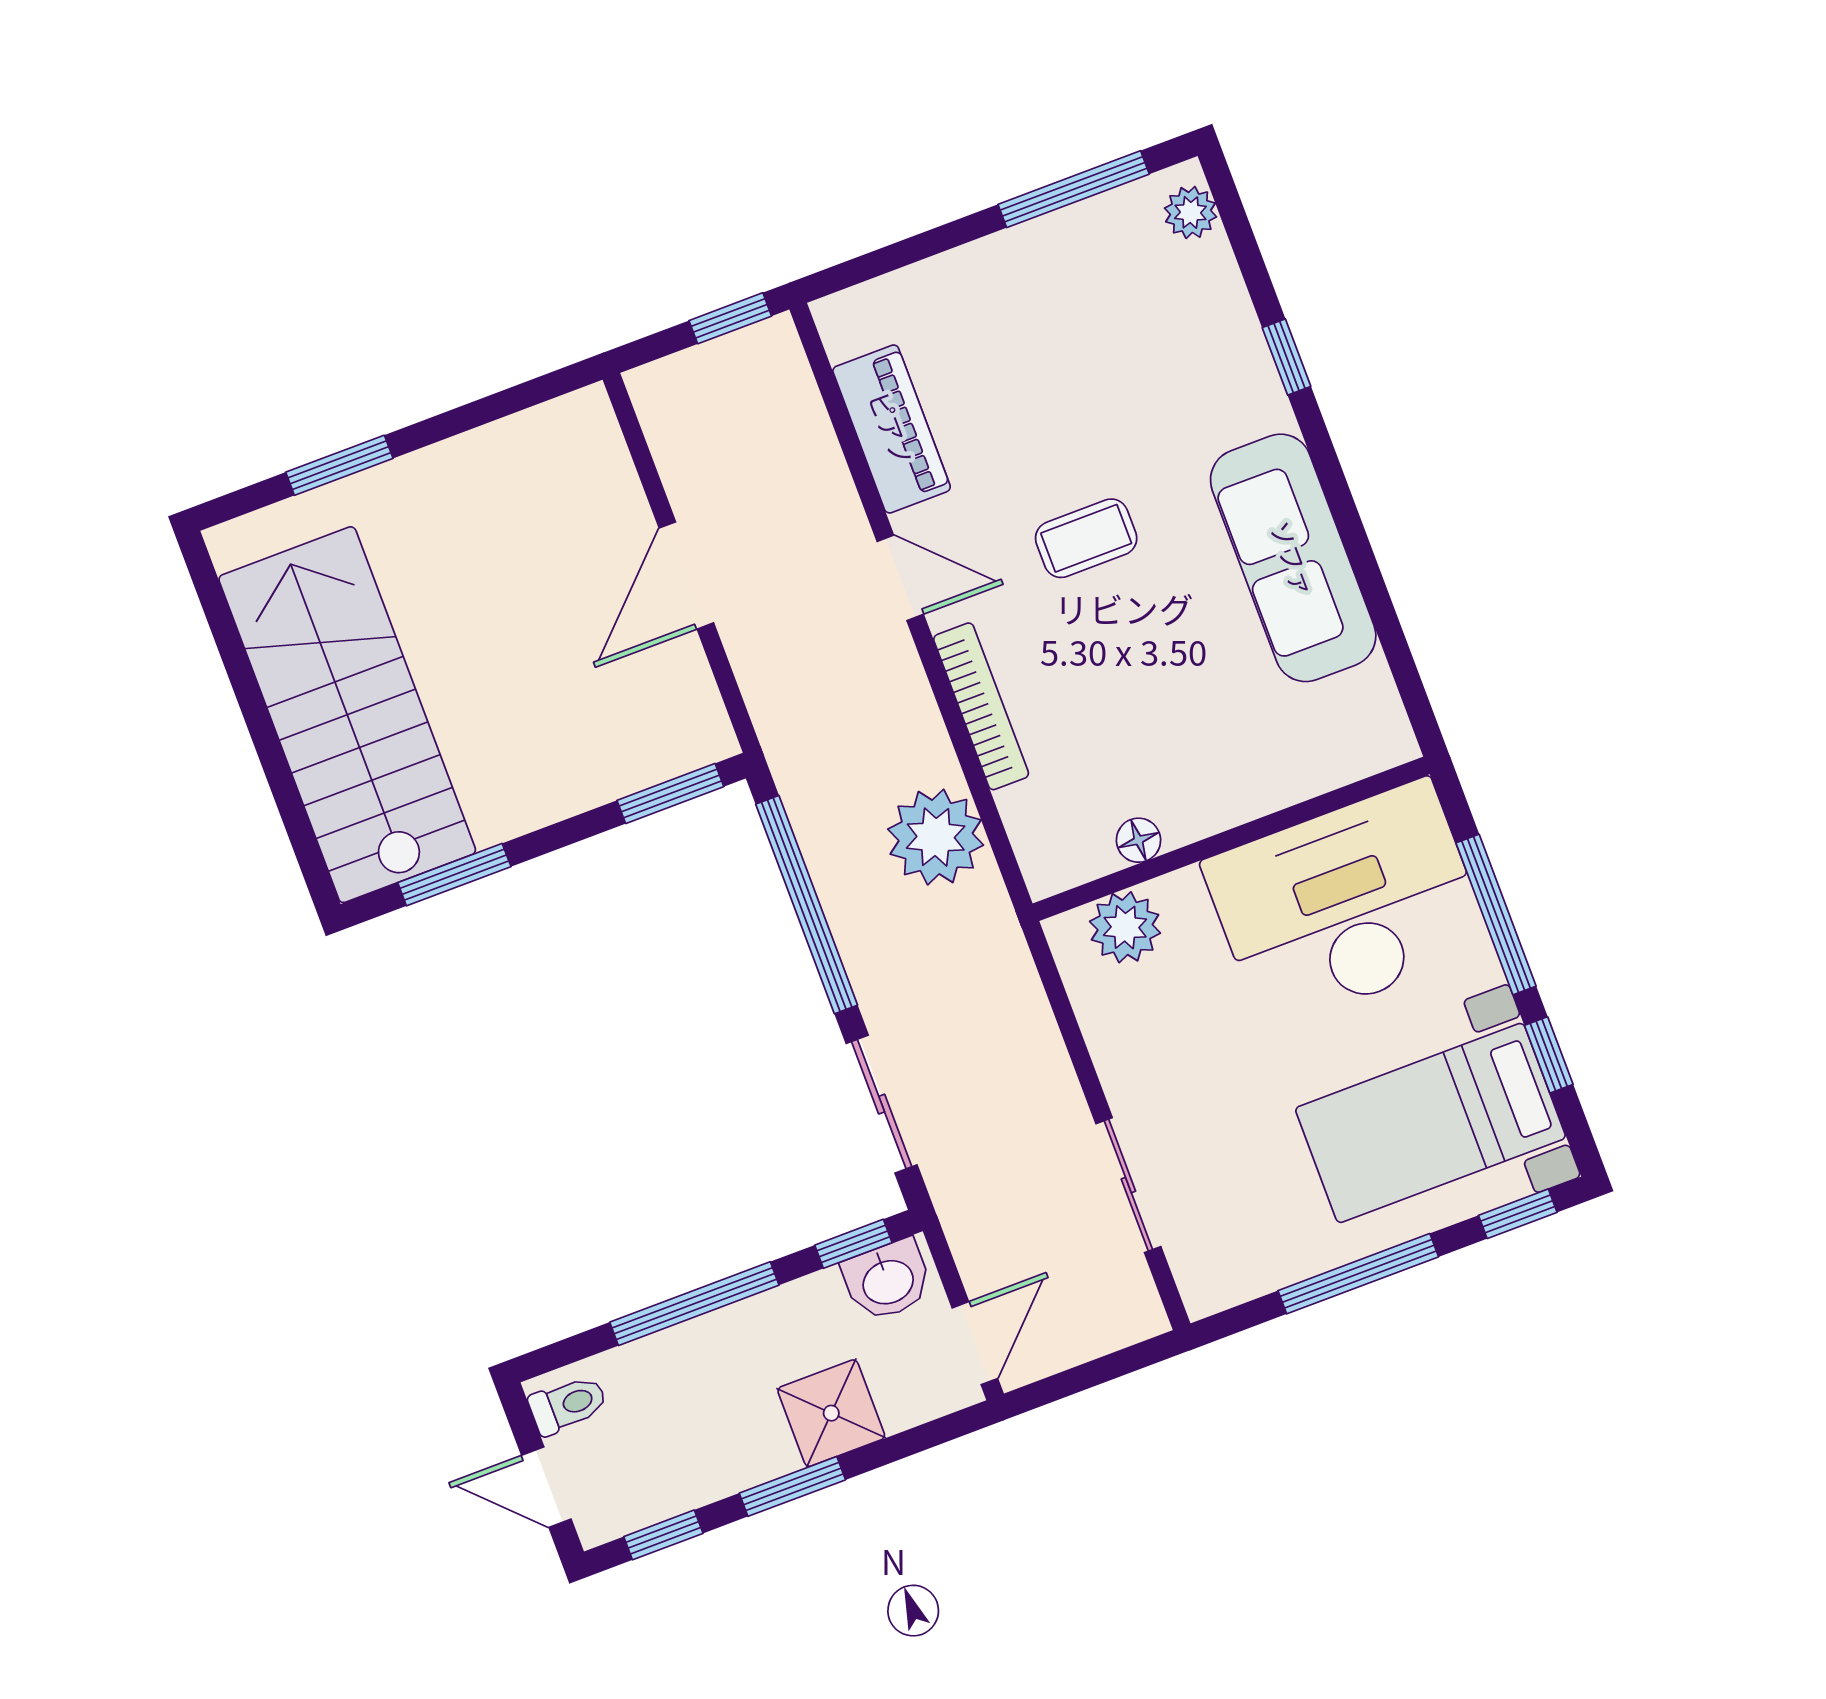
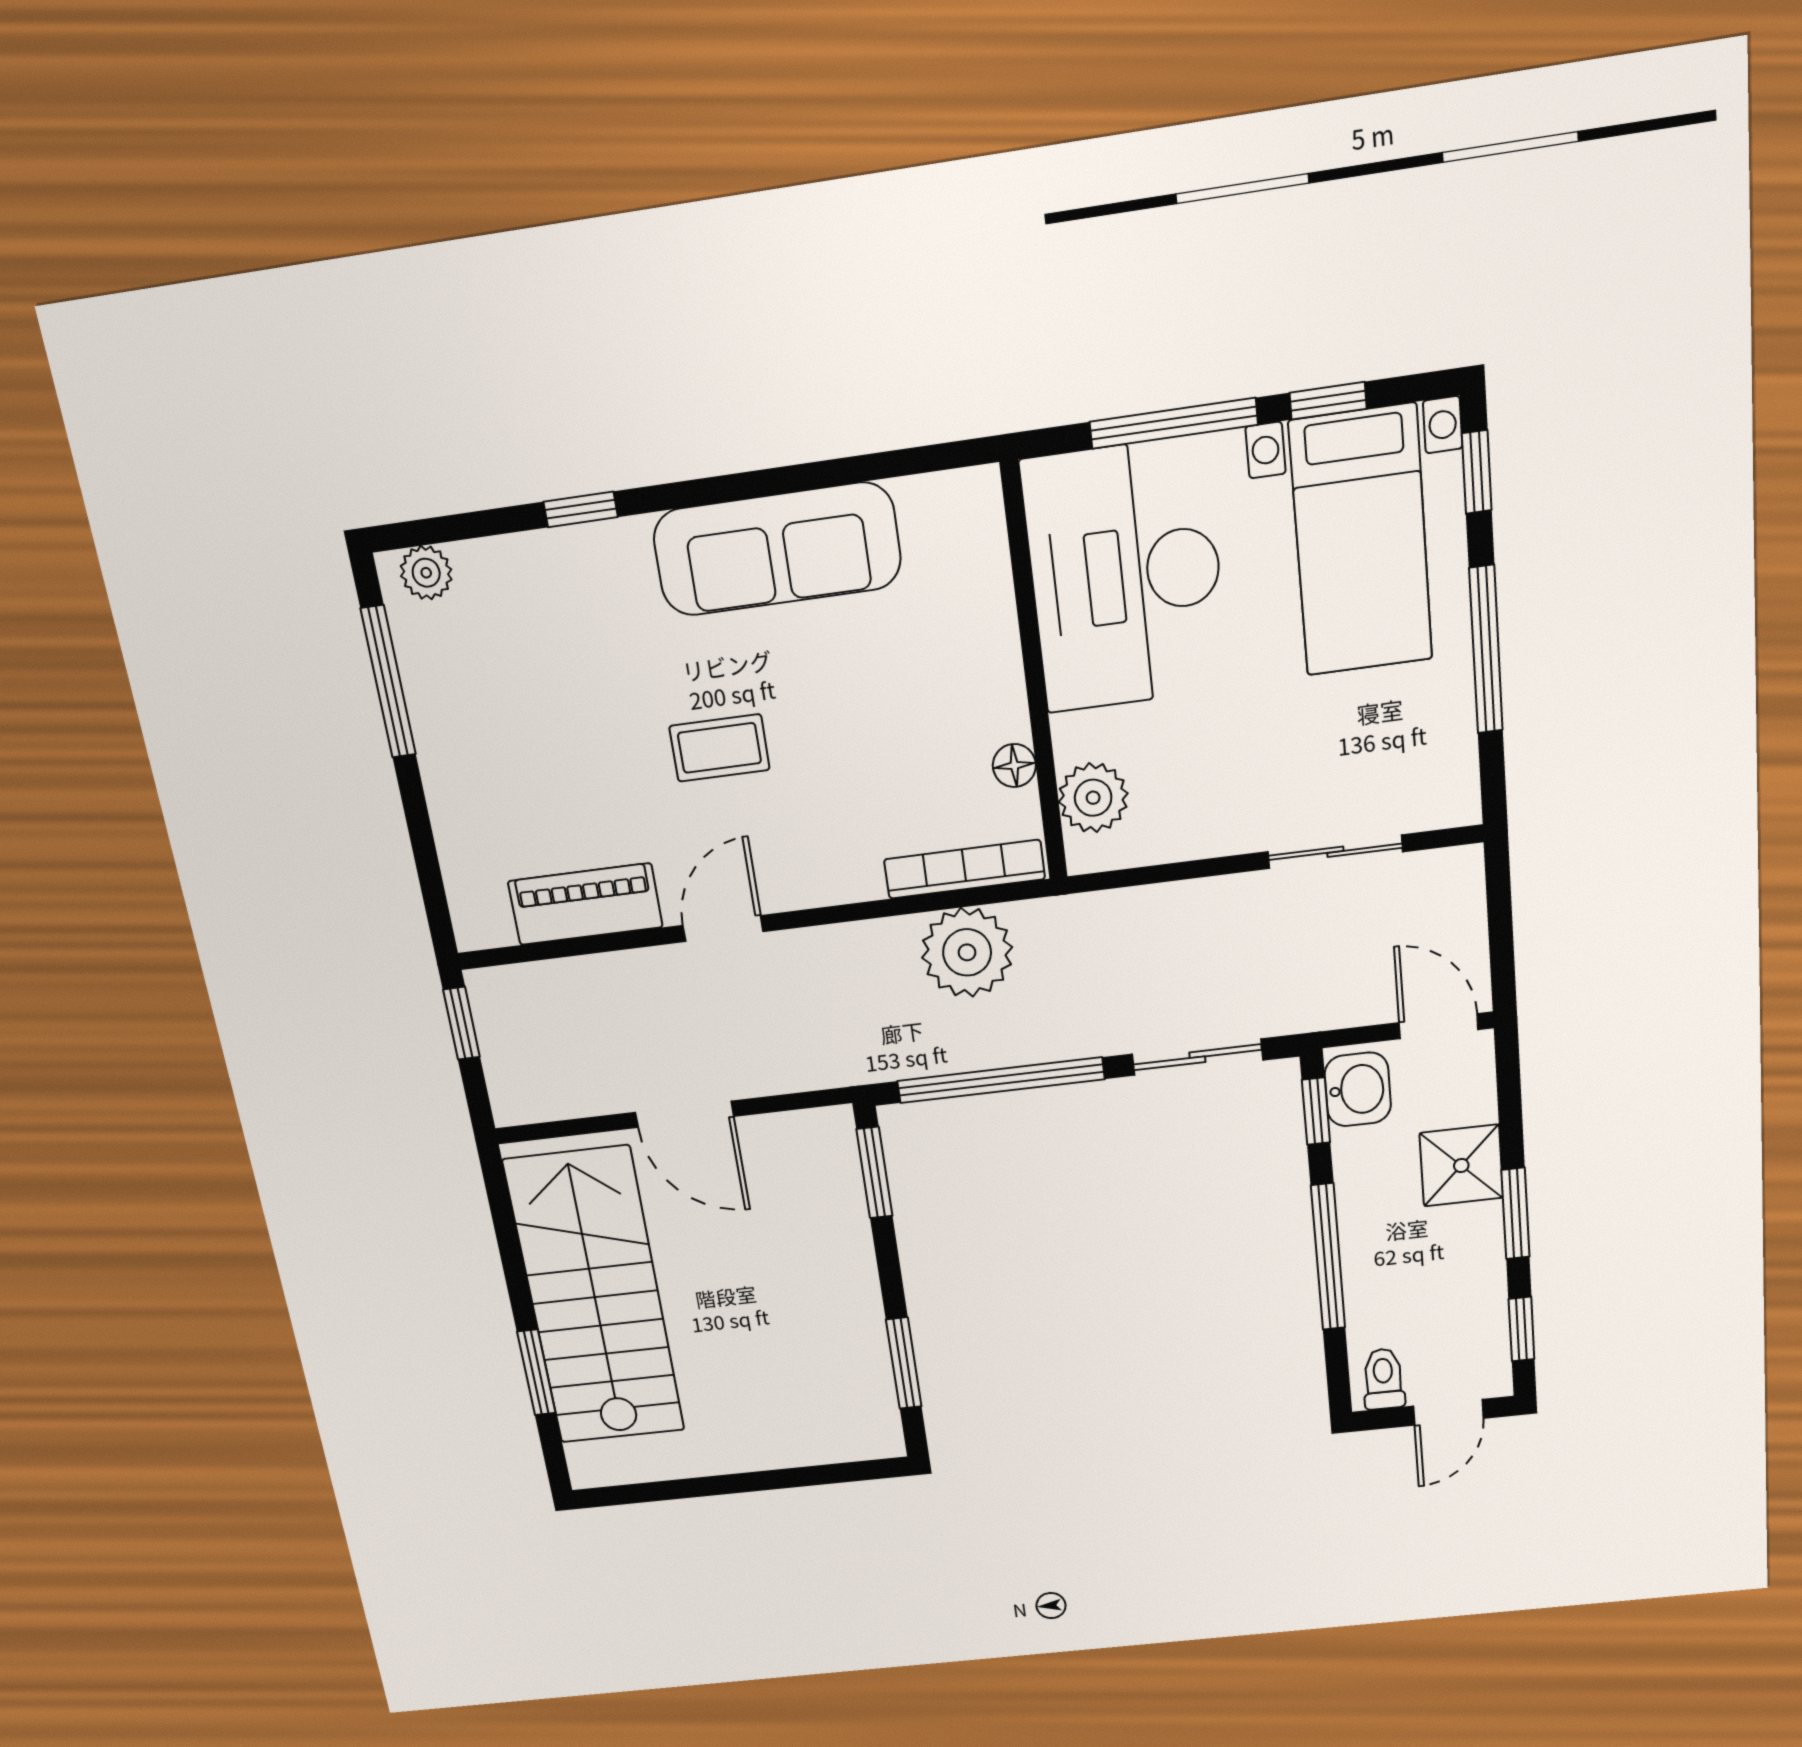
coffee table: (1086, 538) -> (719, 748), turned 90
bookcase: (981, 706) -> (964, 869), moved
stairs: (347, 715) -> (595, 1297), moved, turned 90

